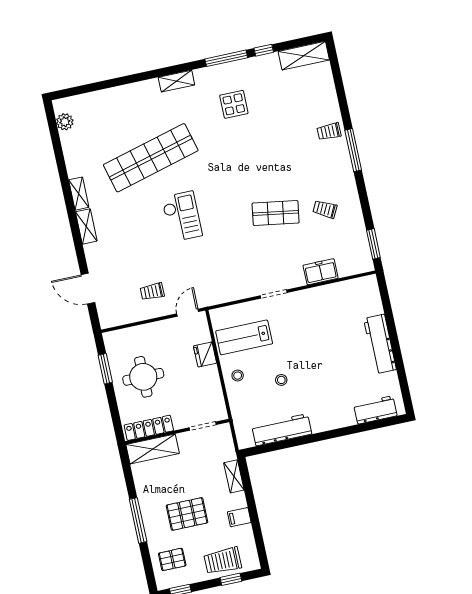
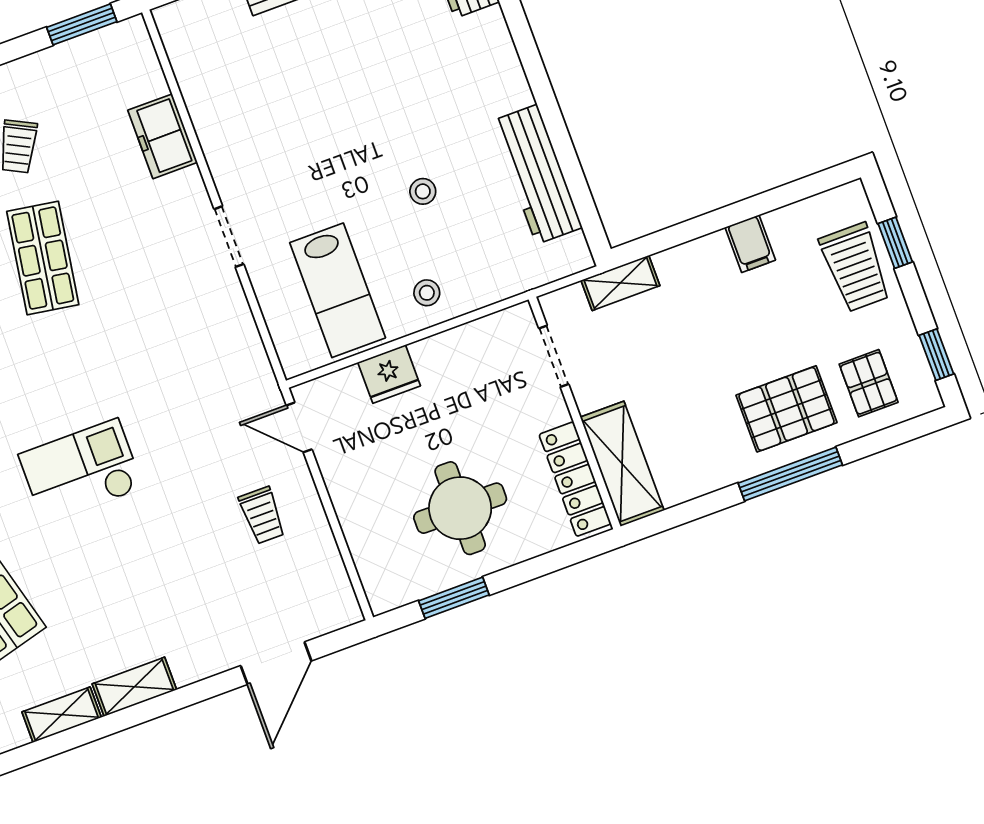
shelving: (234, 476) -> (620, 283), moved
pallet: (187, 514) -> (787, 409), moved, turned 90

